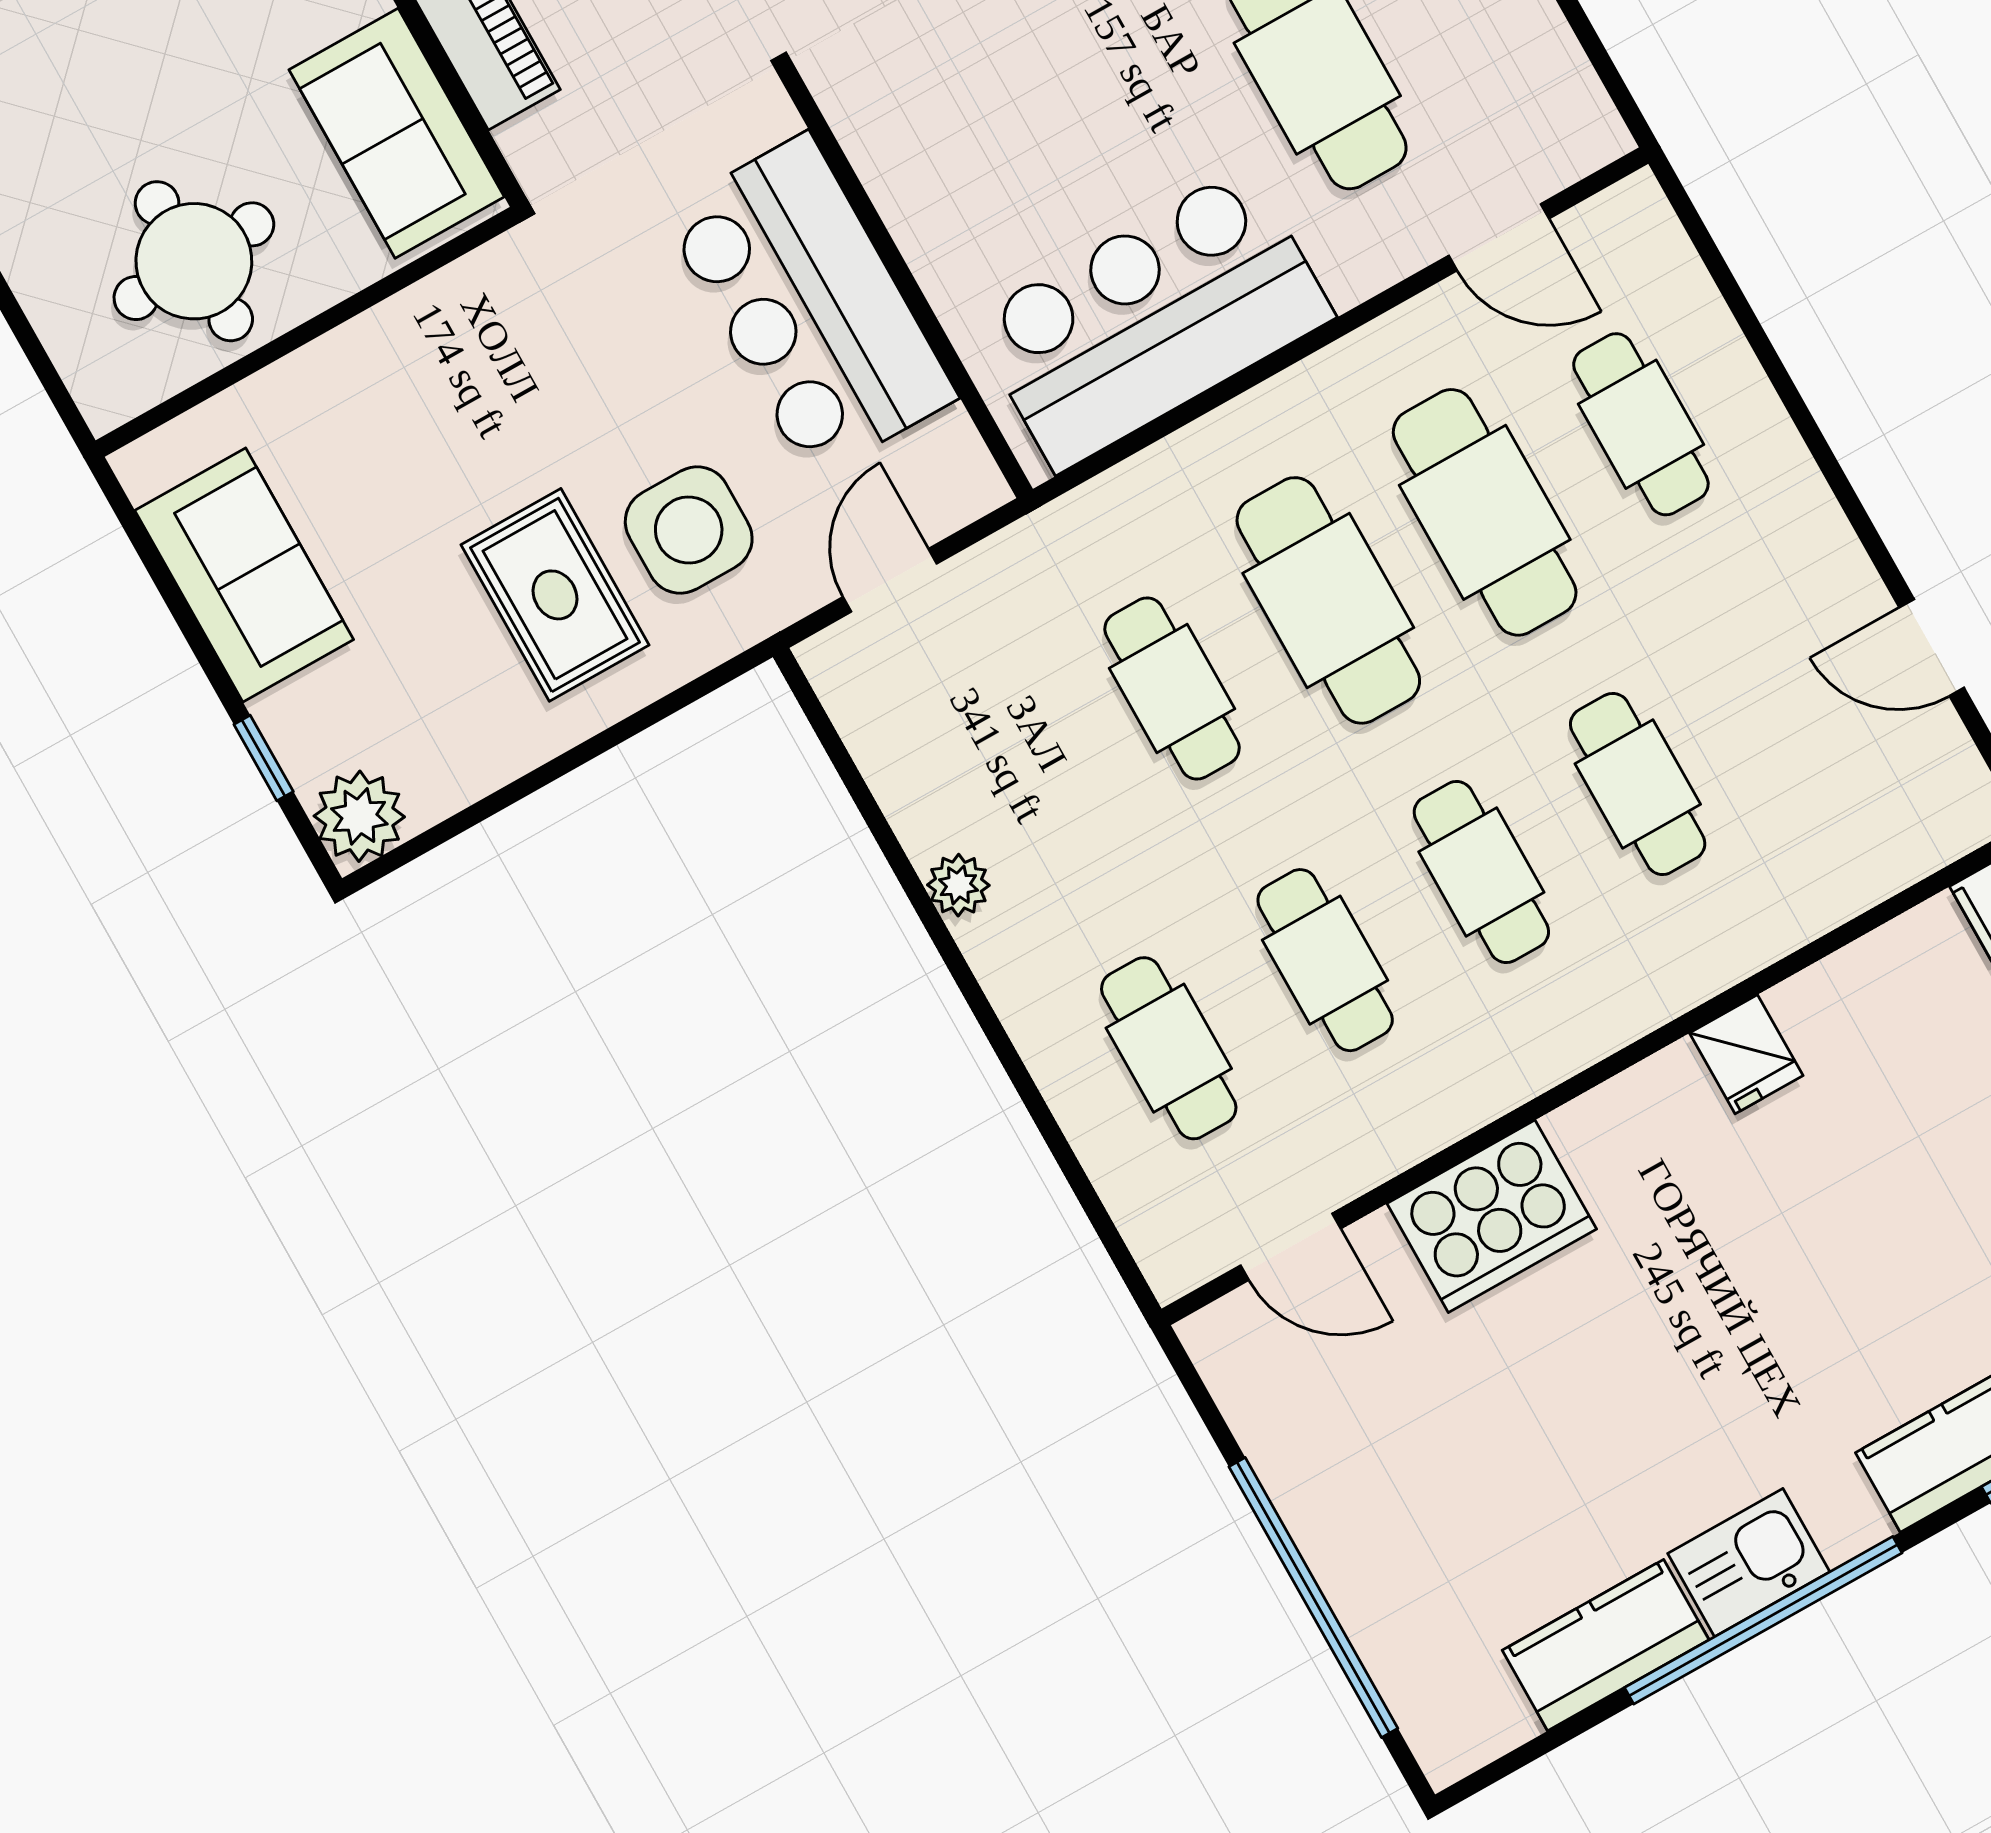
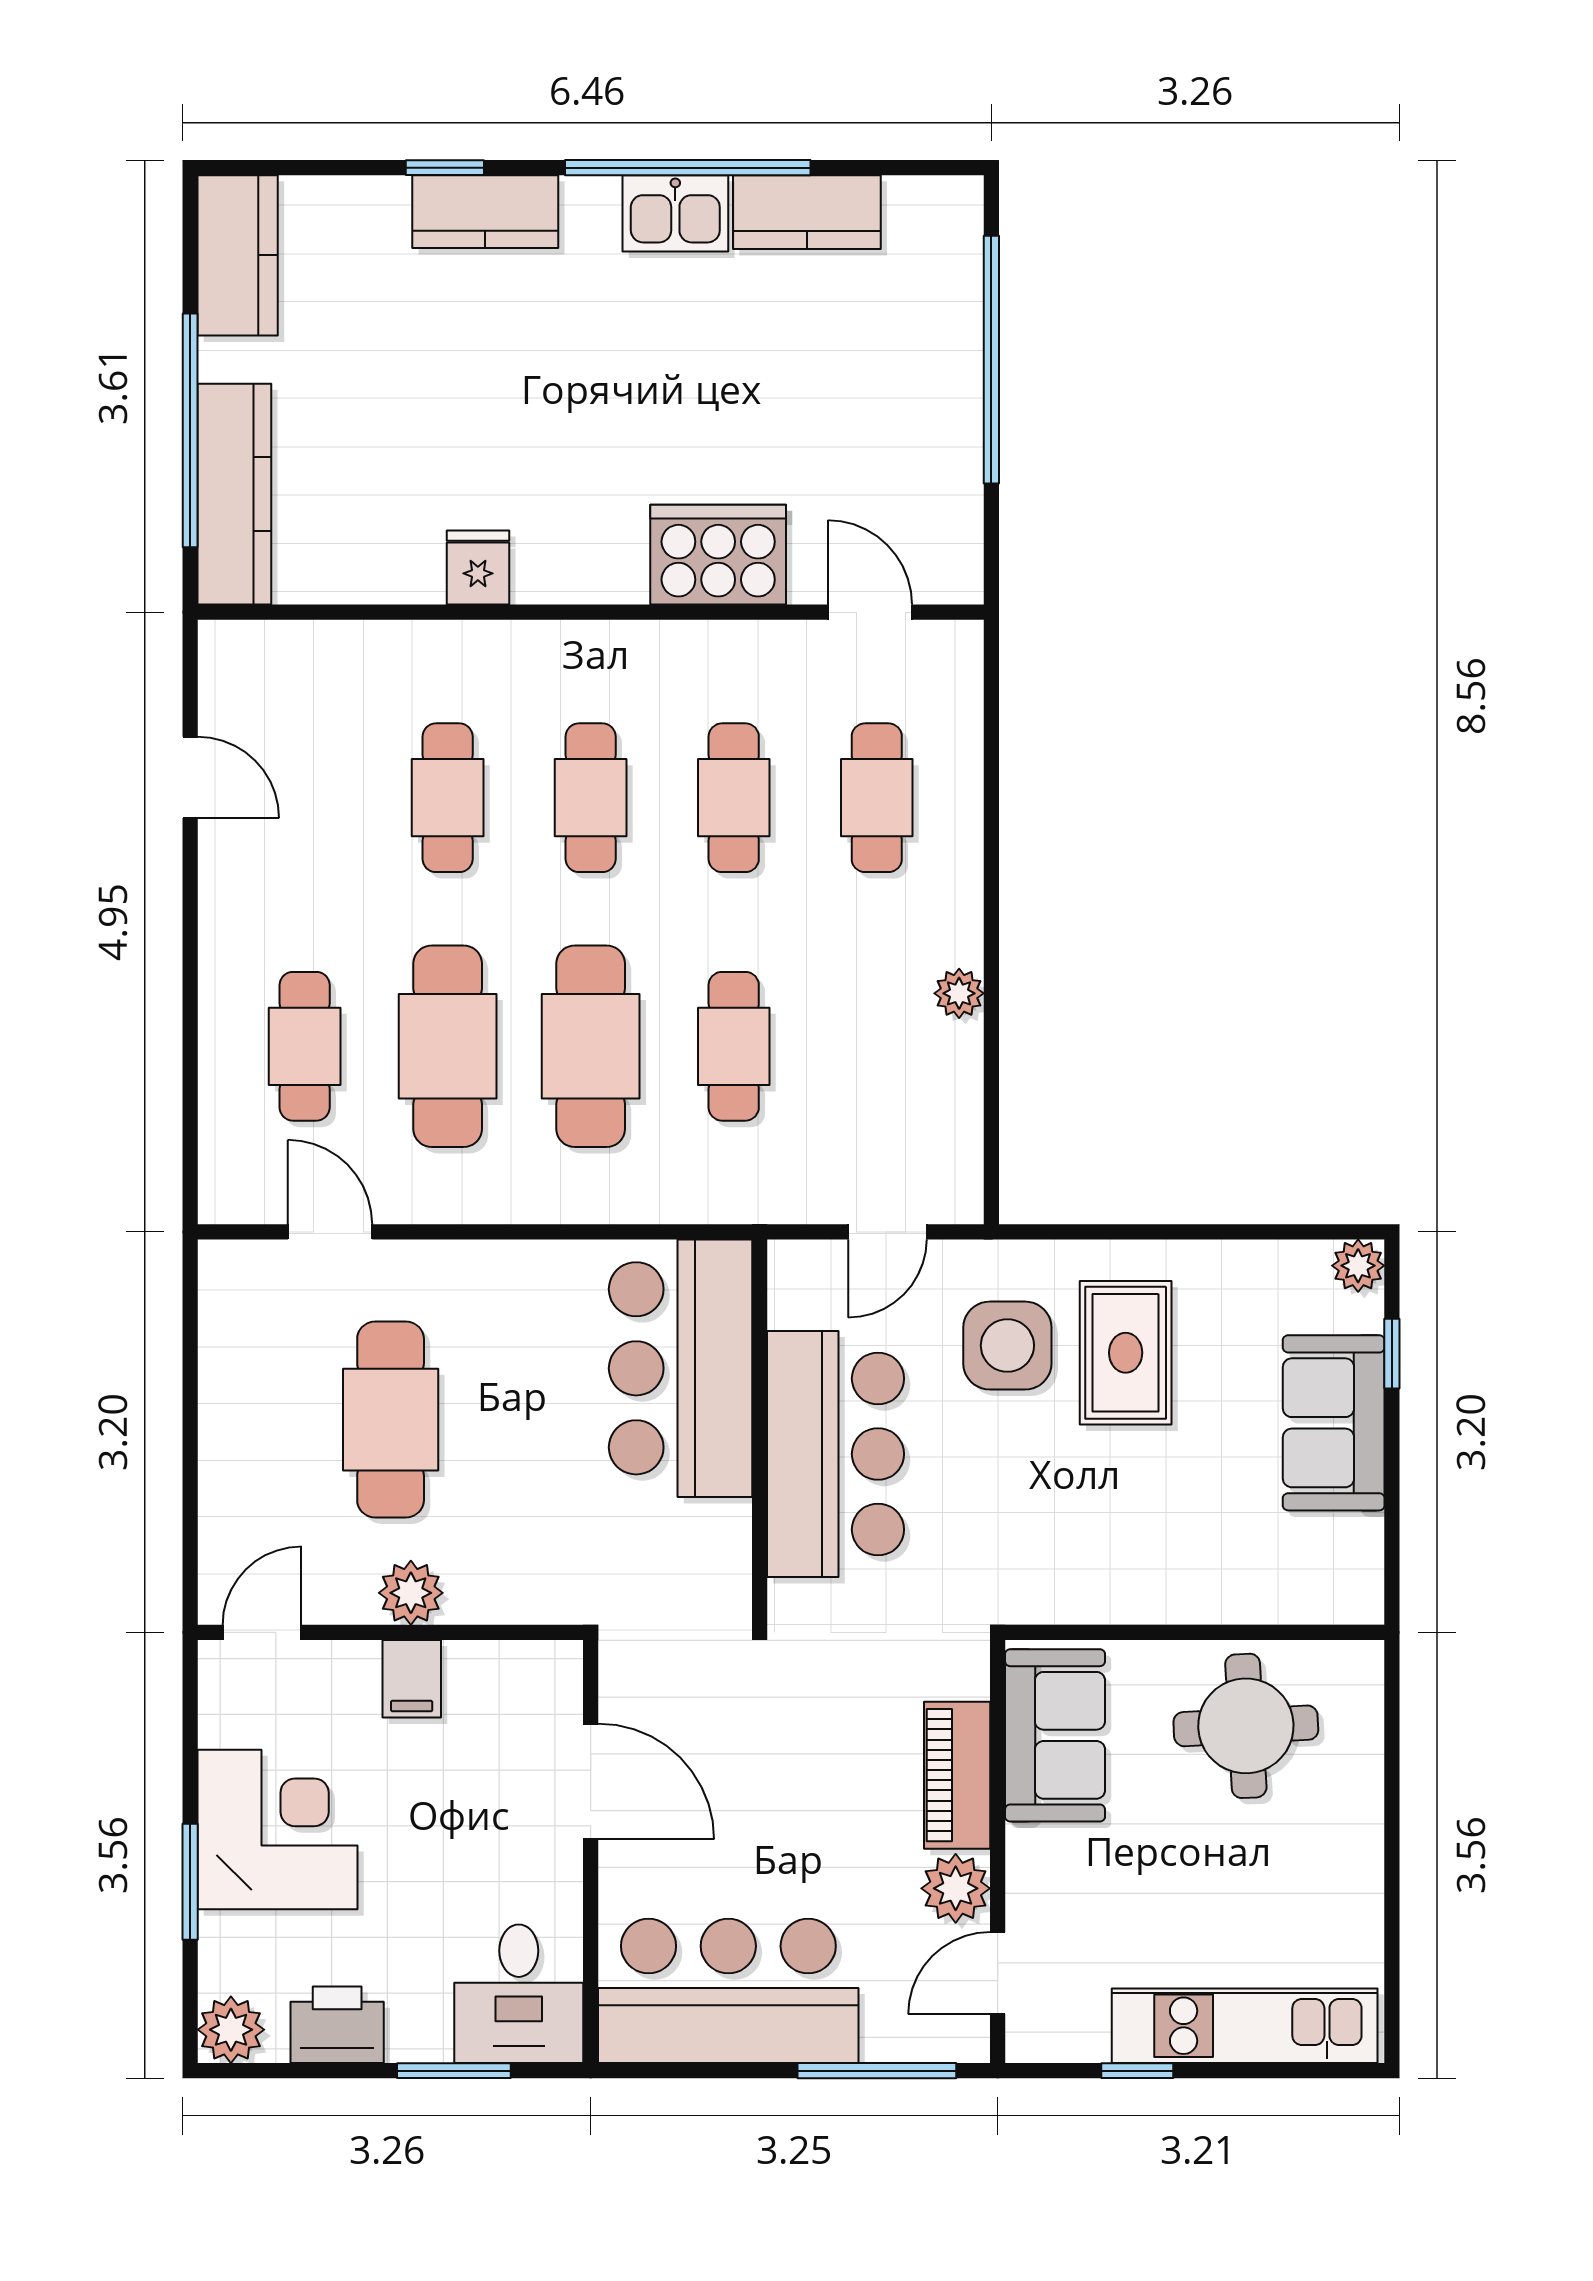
bar counter: (1152, 318) -> (681, 1368), moved, turned 90
sofa: (244, 575) -> (1334, 1423), moved
plant: (359, 816) -> (1358, 1266), width x0.73, depth x0.73

